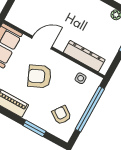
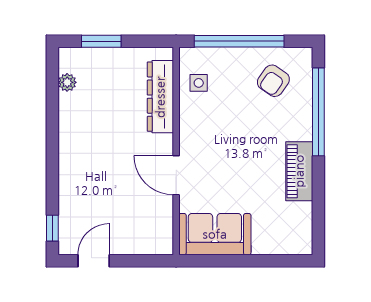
armchair: (40, 76) -> (232, 149), removed
window: (34, 128) -> (318, 112), width x2.11

